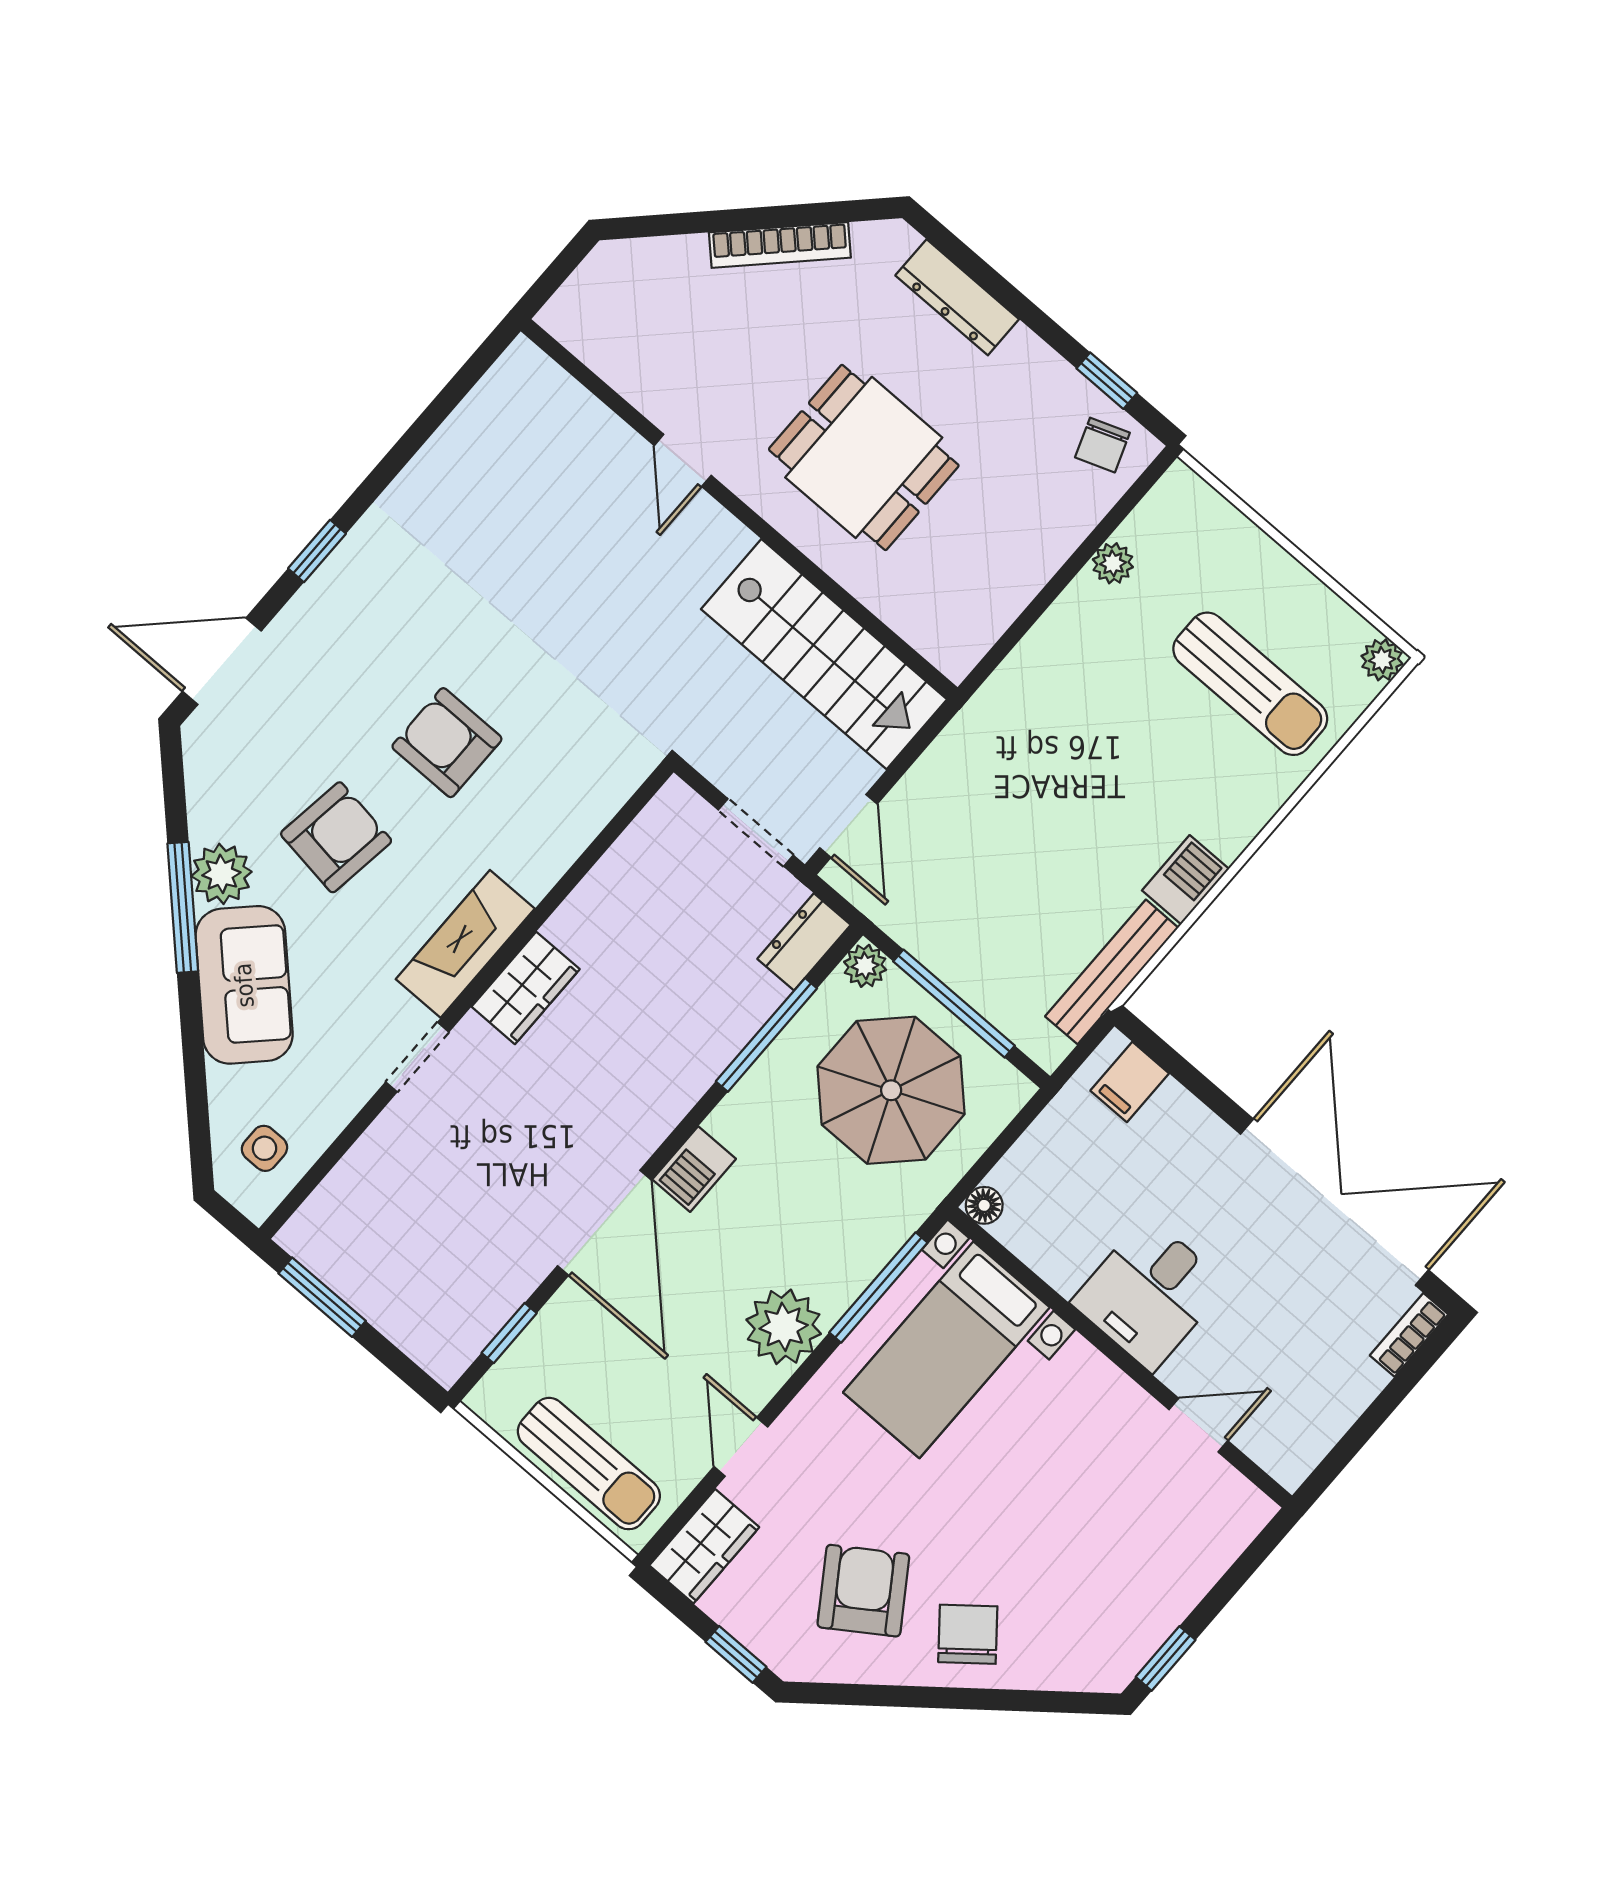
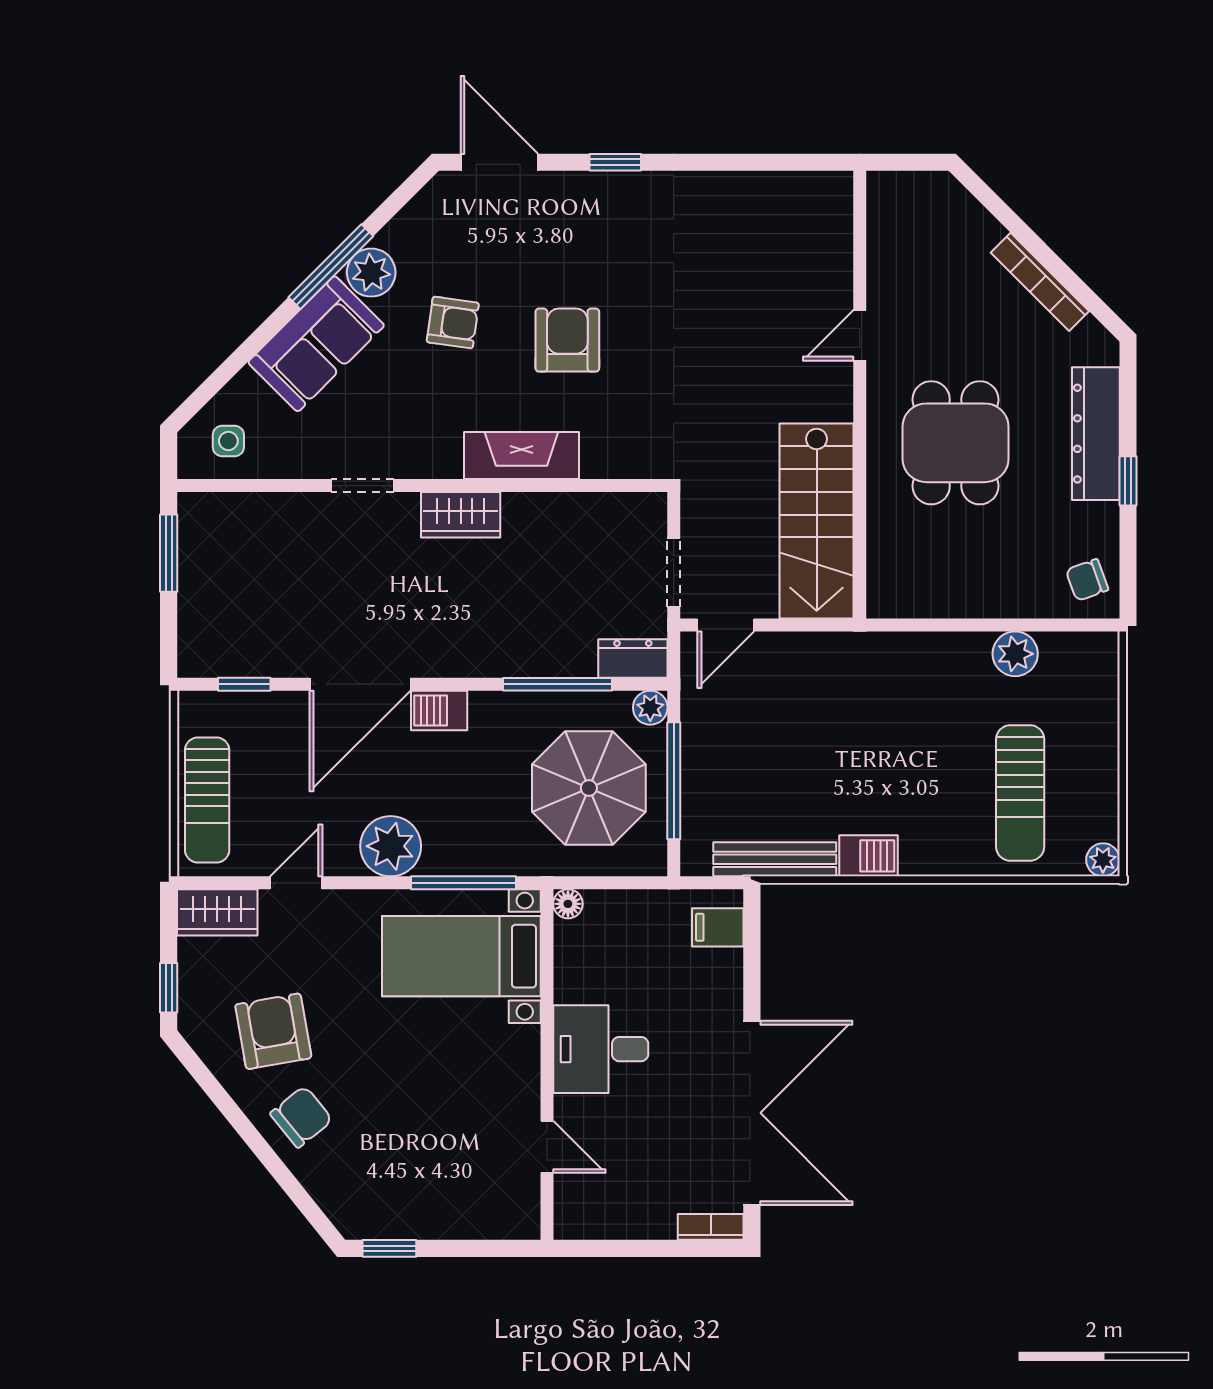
dresser: (957, 297) -> (1096, 434), width x1.37, depth x1.24
window: (1107, 381) -> (1128, 481), moved
plant: (1113, 563) -> (1015, 654), width x1.38, depth x1.38
armchair: (336, 837) -> (453, 323), width x0.72, depth x0.72
fireplace: (465, 944) -> (521, 456), moved
armchair: (863, 1591) -> (273, 1031), turned -66

